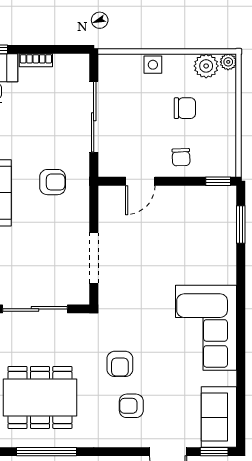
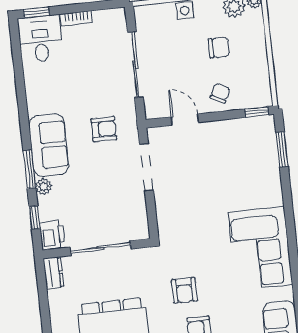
chair: (181, 157) -> (220, 93), turned -152
door: (140, 181) -> (185, 120), swing flipped
doorway: (94, 258) -> (146, 167), moved

